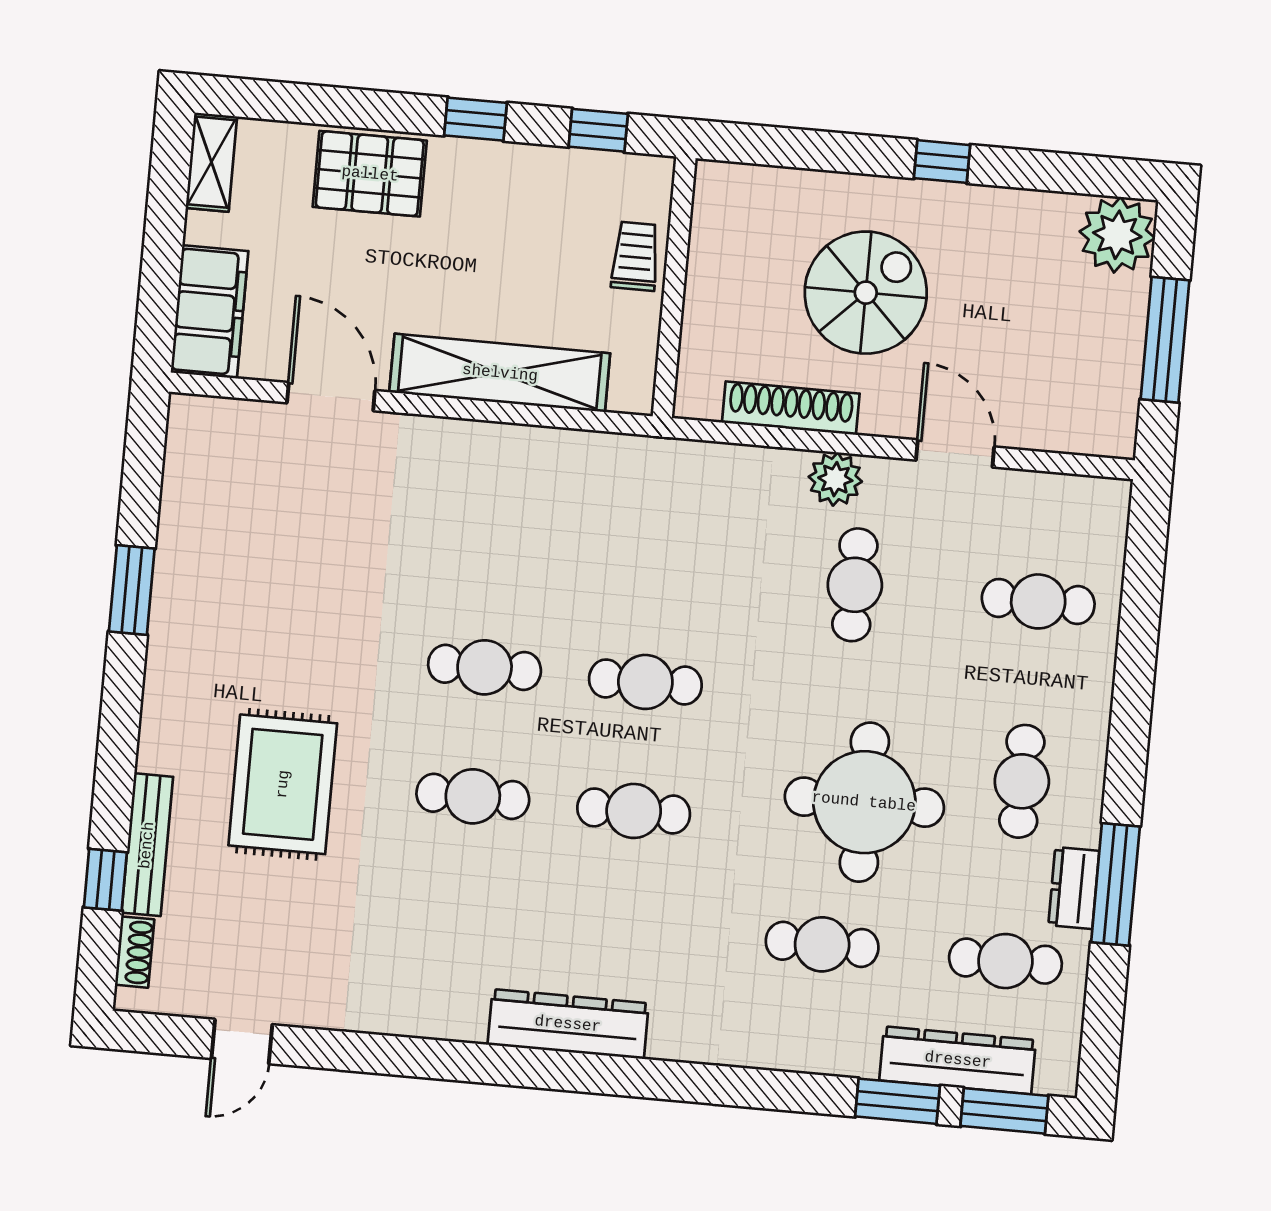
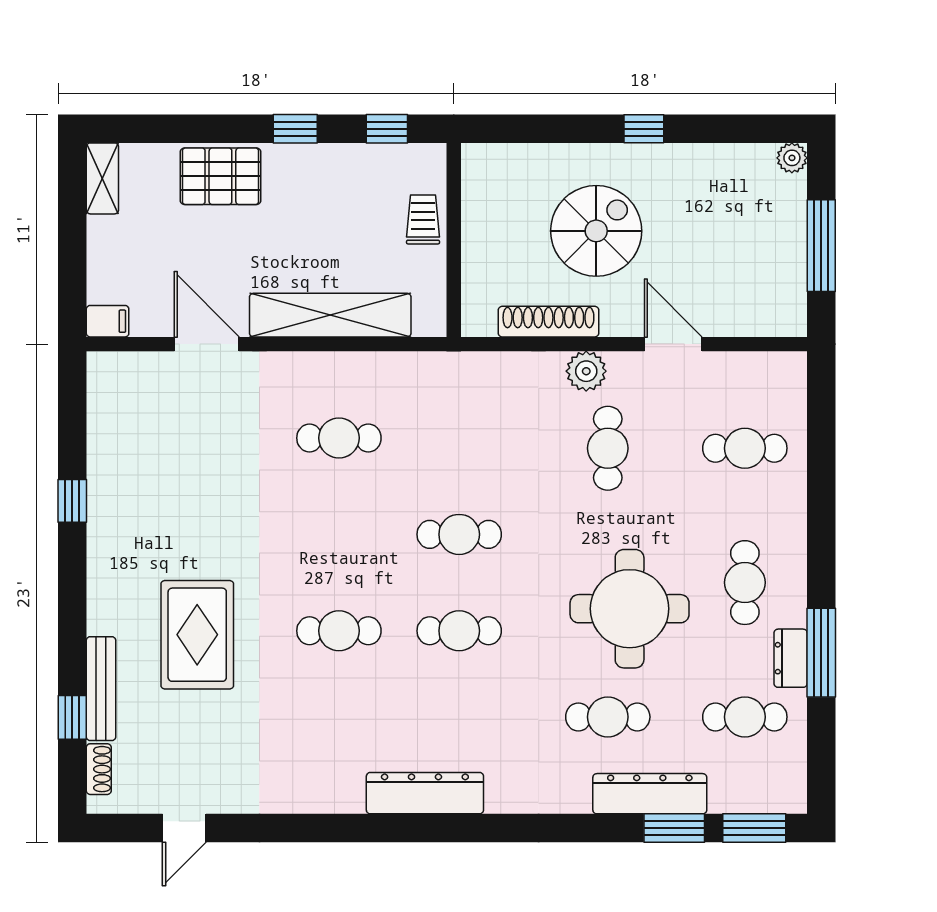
plant: (1117, 235) -> (792, 158), width x0.53, depth x0.53
filing cabinet: (210, 312) -> (108, 321), width x0.33, depth x0.86
window: (132, 590) -> (72, 501), width x0.67
cafe table: (485, 667) -> (339, 438), moved
dresser: (958, 1060) -> (650, 794), moved

